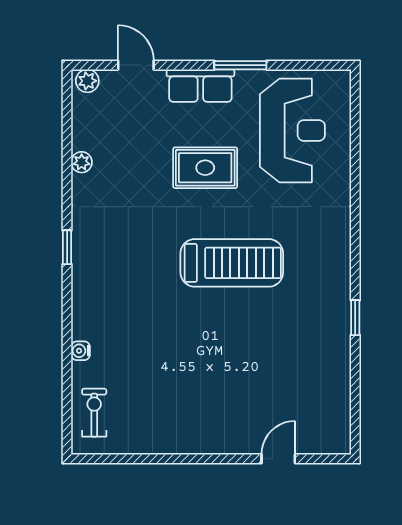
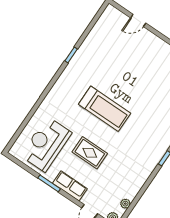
plant: (82, 162) -> (125, 204), moved
treadmill: (232, 263) -> (105, 109), turned 180

